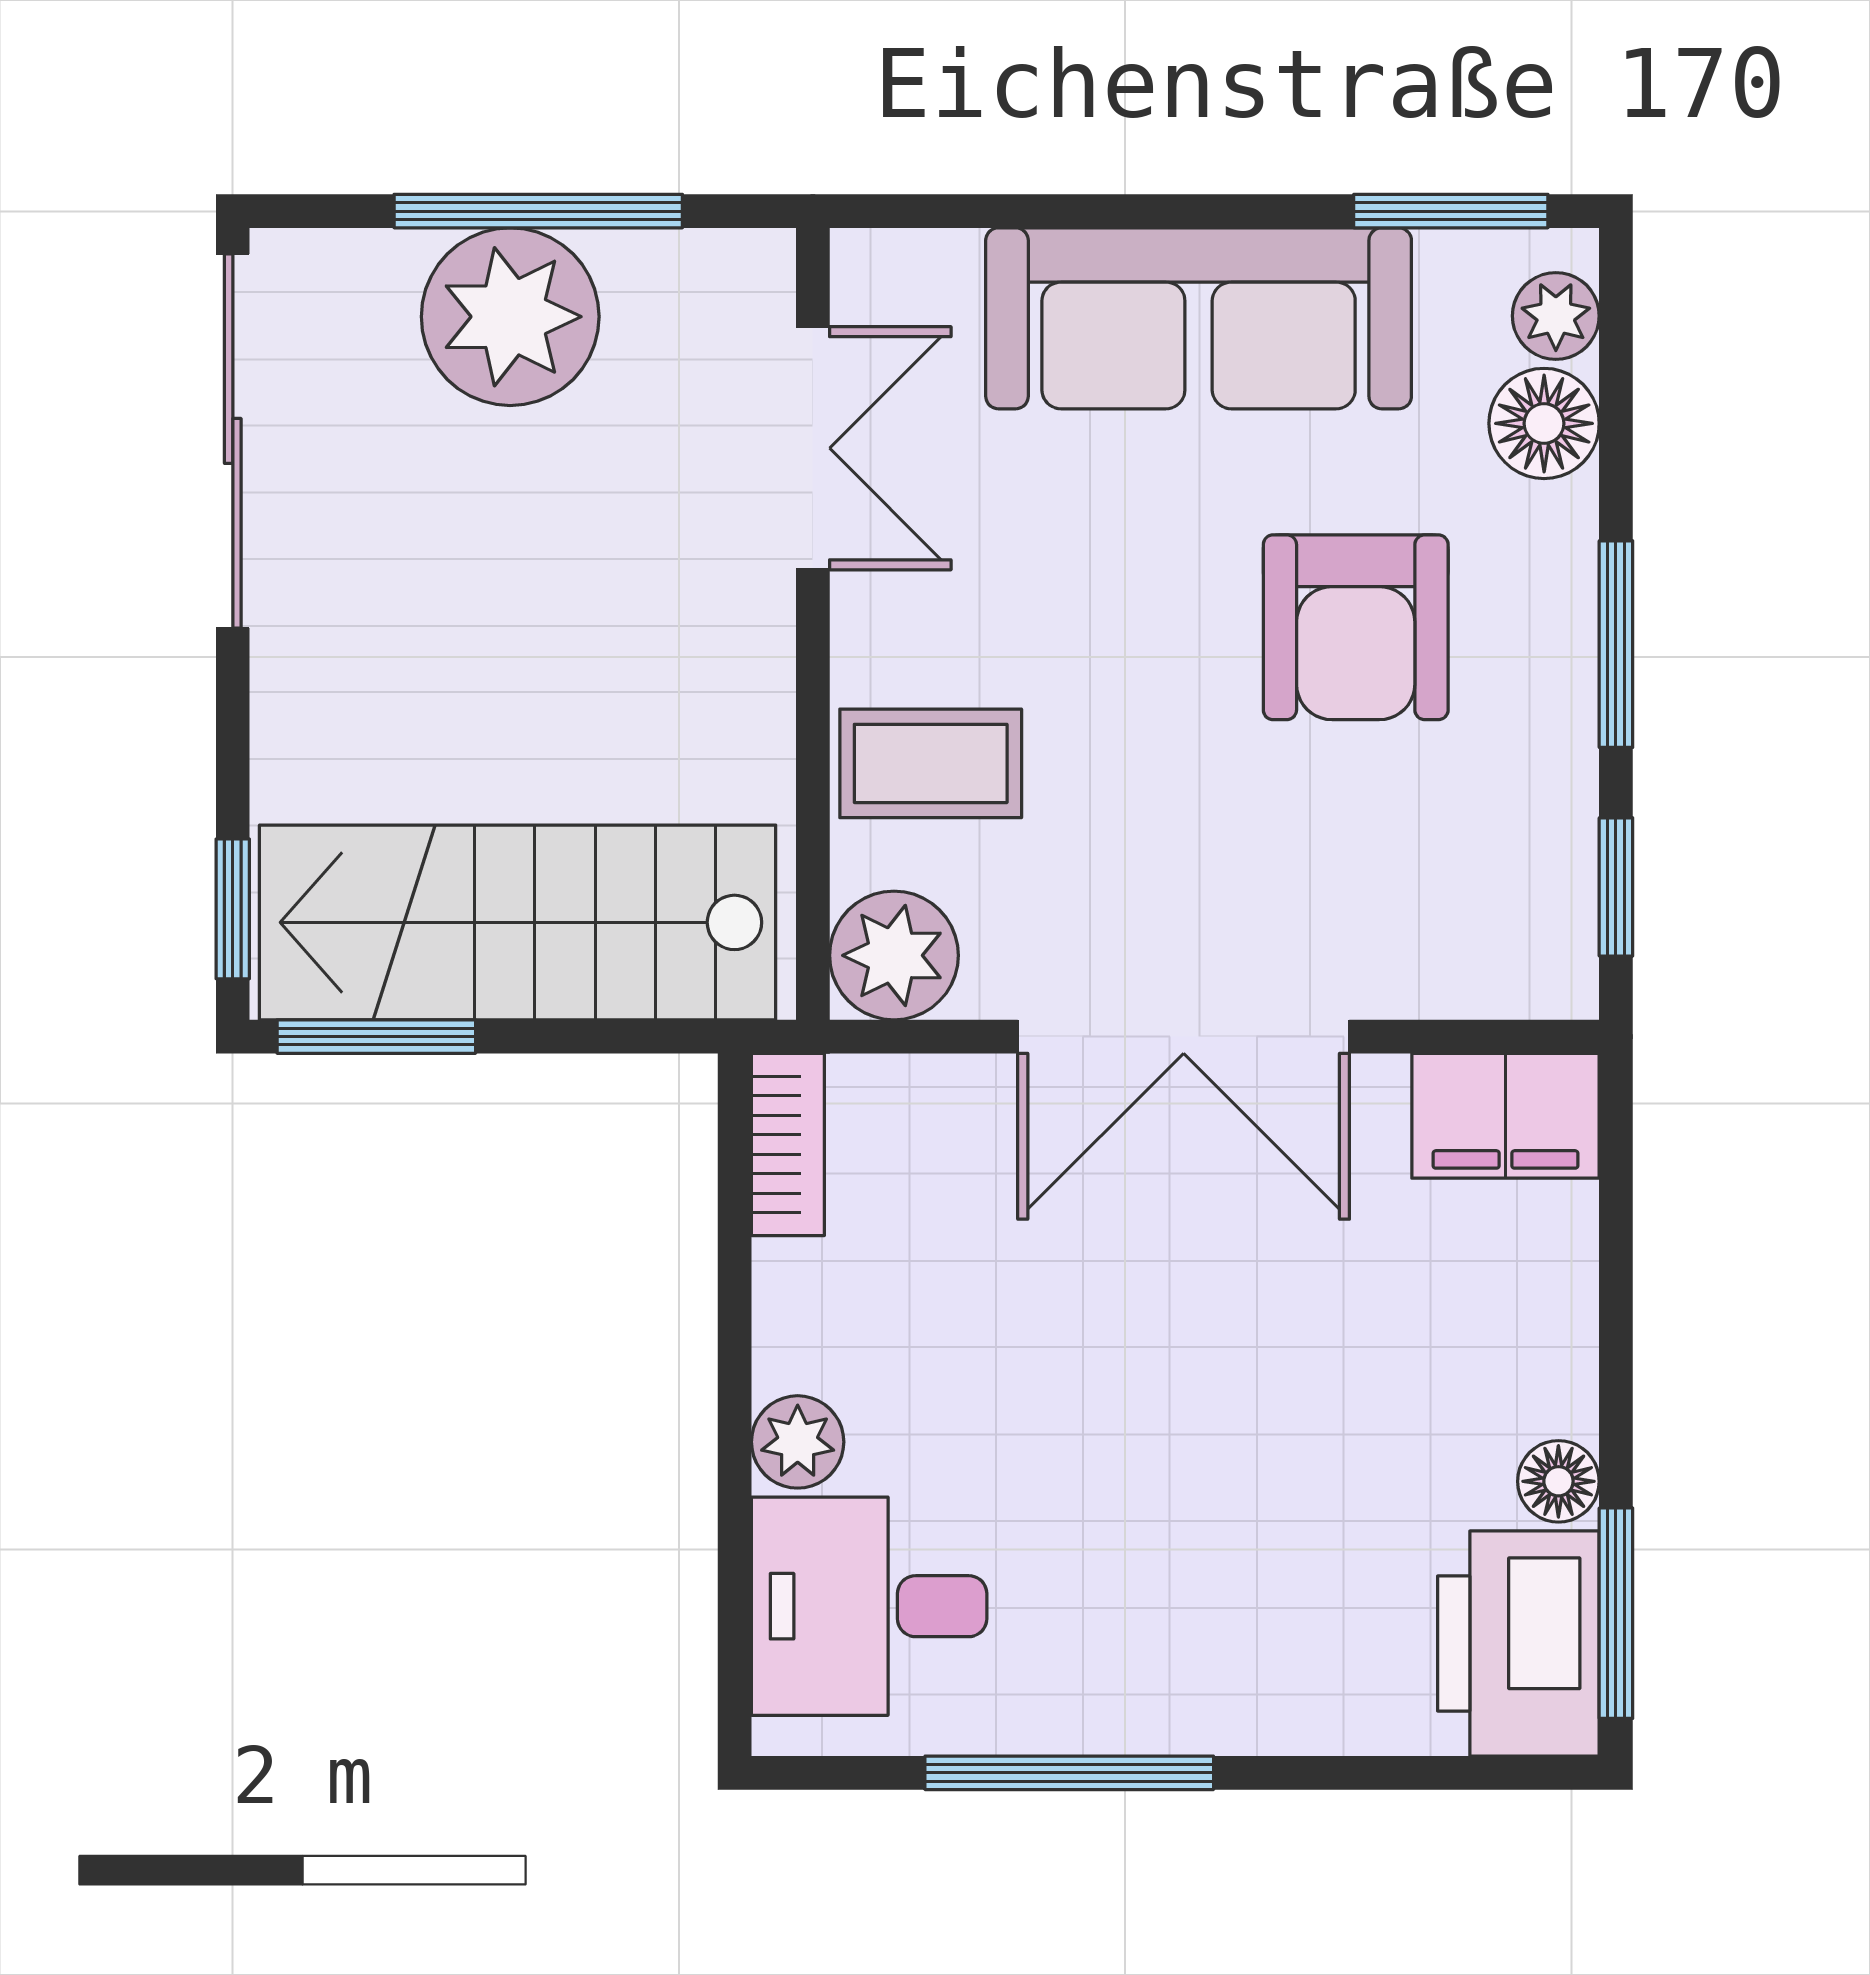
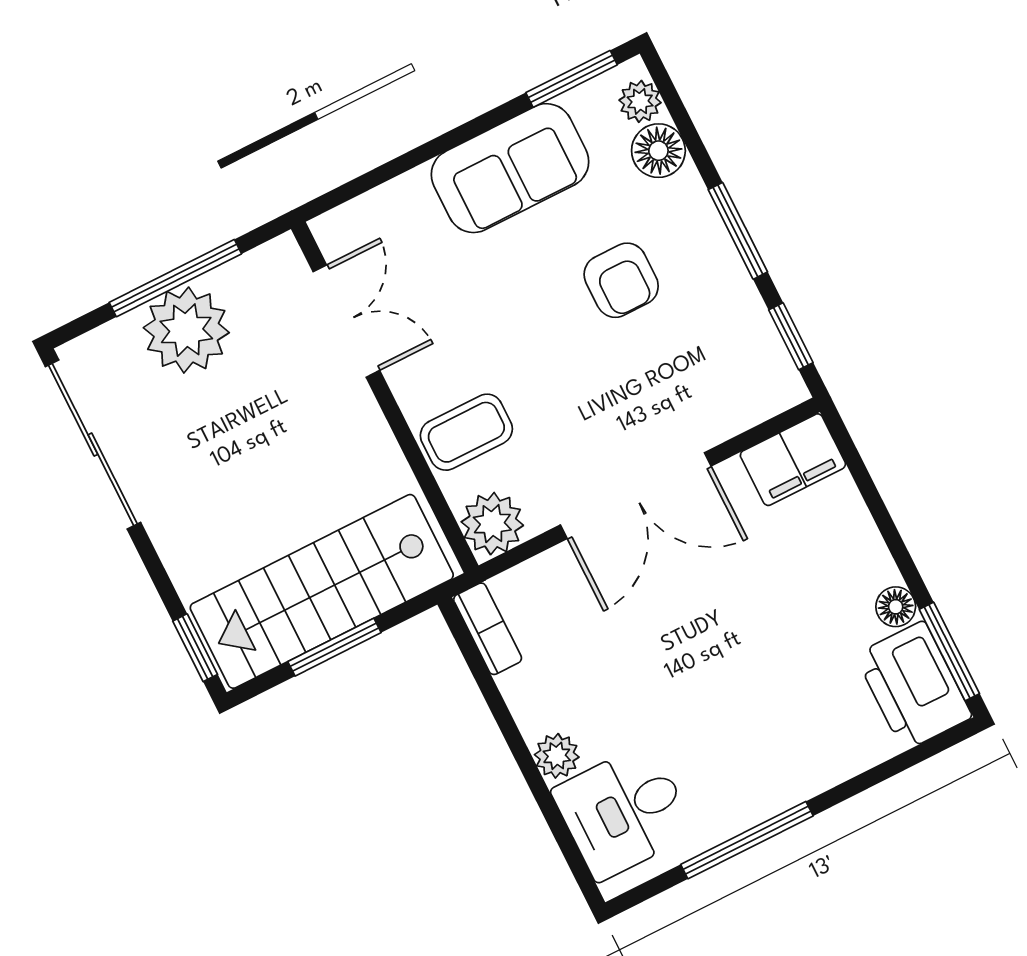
sofa: (1199, 318) -> (510, 168), width x0.73
armchair: (1356, 627) -> (621, 280), width x0.72, depth x0.72
window: (376, 1037) -> (334, 647), moved

